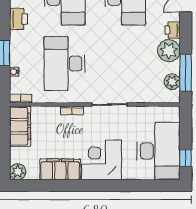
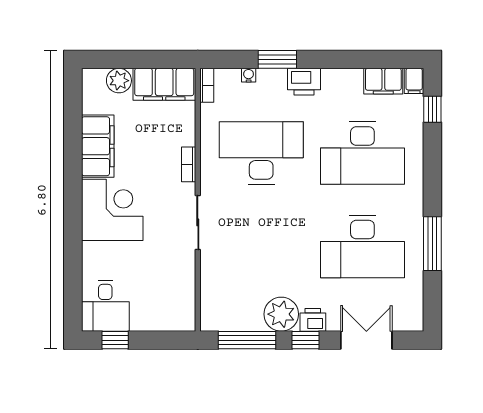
printer: (18, 19) -> (304, 82), moved
window: (186, 35) -> (305, 340), added
plant: (172, 82) -> (233, 319), removed
desk: (158, 151) -> (105, 306), width x0.53, depth x0.77
plant: (18, 172) -> (119, 81), moved

